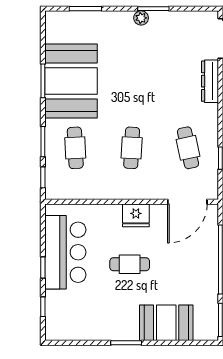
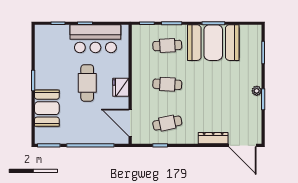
cafe table: (130, 264) -> (87, 83), width x1.37, depth x1.35

